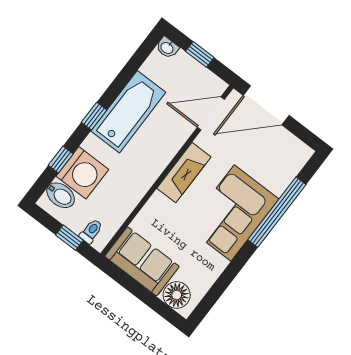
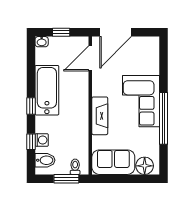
washing machine: (82, 173) -> (42, 140), width x0.53, depth x0.53
fireplace: (184, 173) -> (100, 116), moved
window: (277, 212) -> (164, 118), moved
window: (69, 238) -> (66, 179), width x1.50

